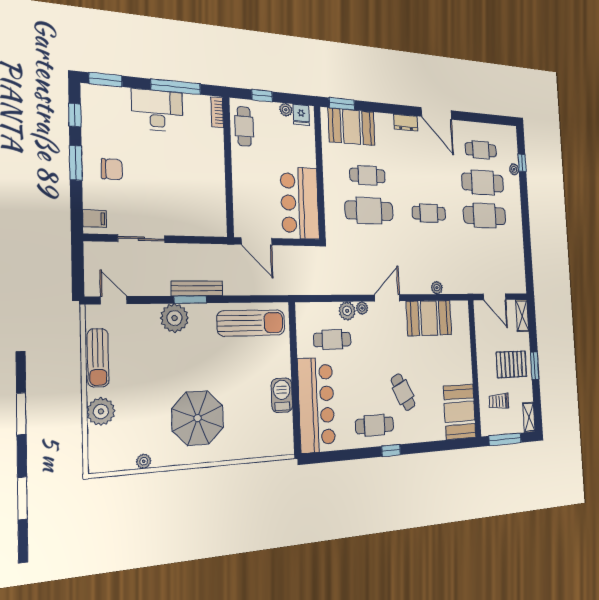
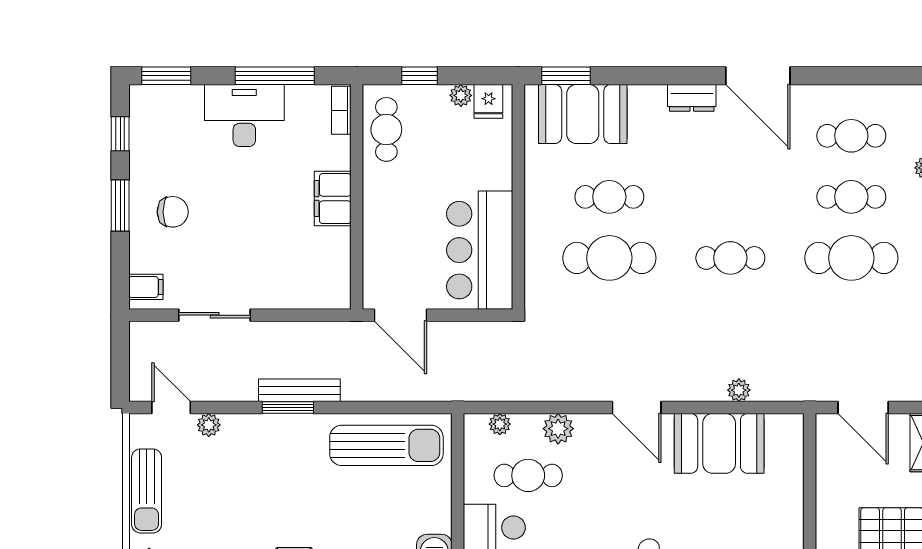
filing cabinet: (214, 167) -> (333, 199), added
cafe table: (483, 183) -> (851, 197), width x0.73, depth x0.74
door: (387, 298) -> (637, 407), swing flipped
plant: (362, 308) -> (500, 424), moved
plant: (175, 318) -> (209, 425), moved, width x0.53, depth x0.53

